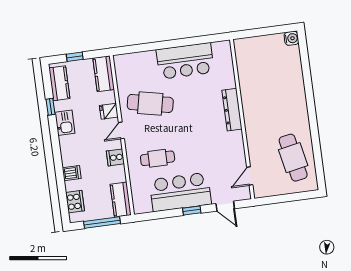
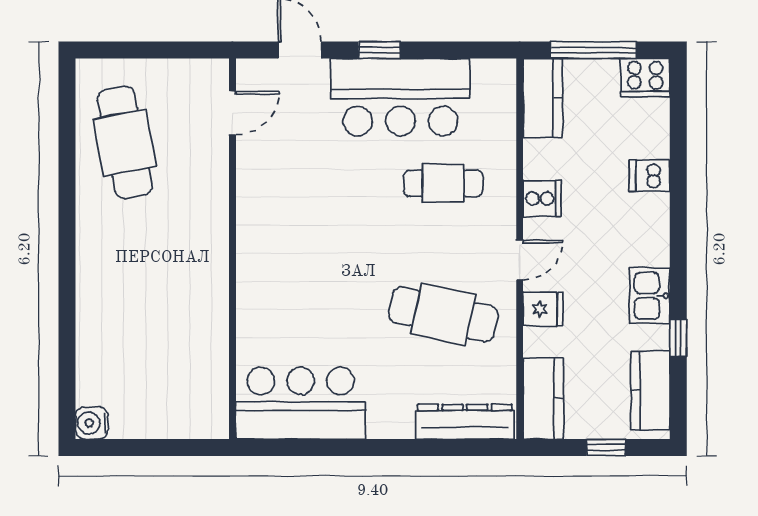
bar counter: (185, 61) -> (301, 403), moved
dresser: (232, 110) -> (465, 422), moved, turned -90
cooker: (75, 202) -> (645, 78), moved, turned -90

